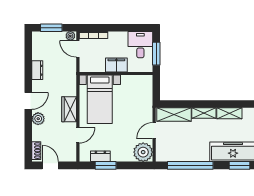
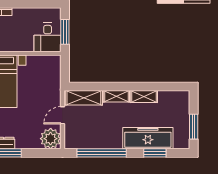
desk: (140, 45) -> (48, 37), moved, turned 180
filing cabinet: (116, 65) -> (22, 44), removed

